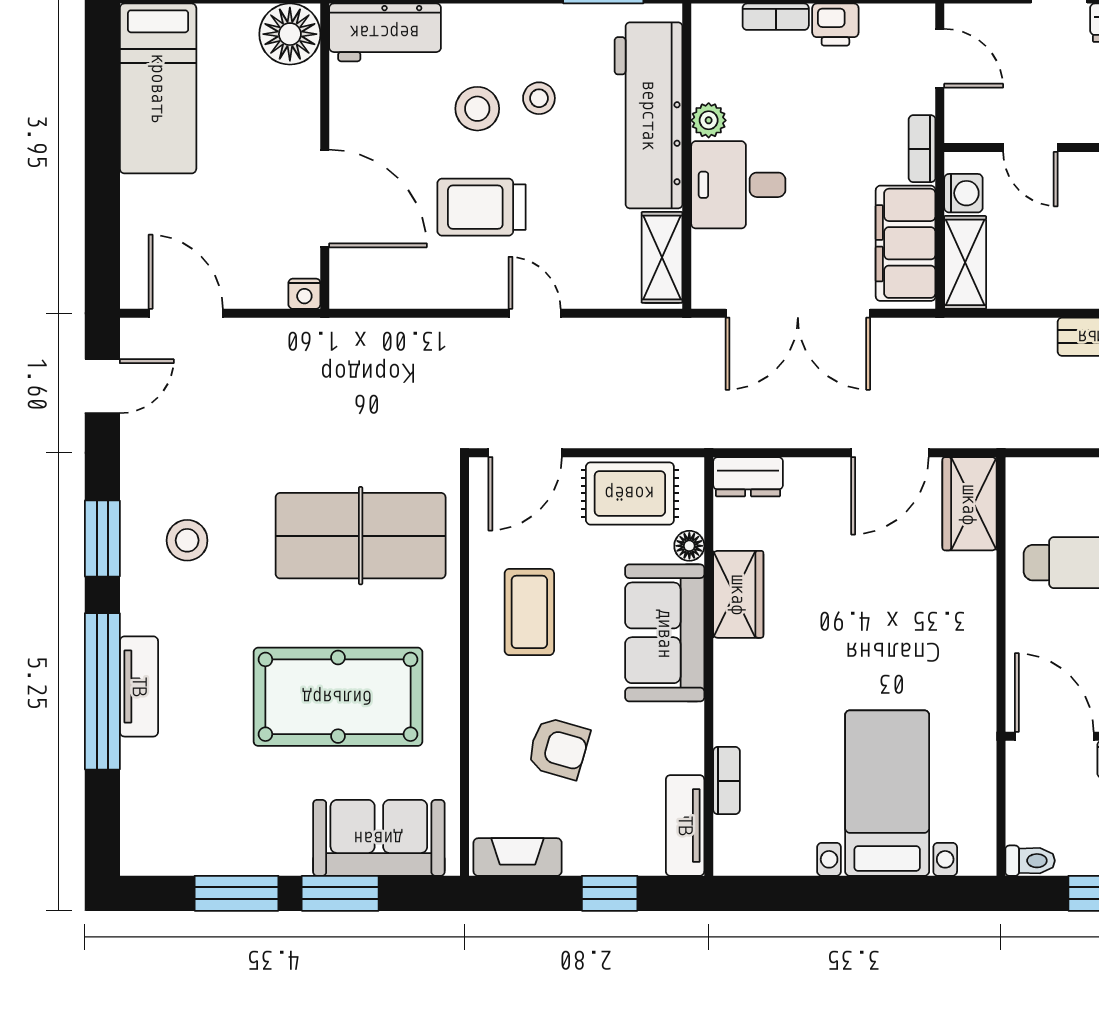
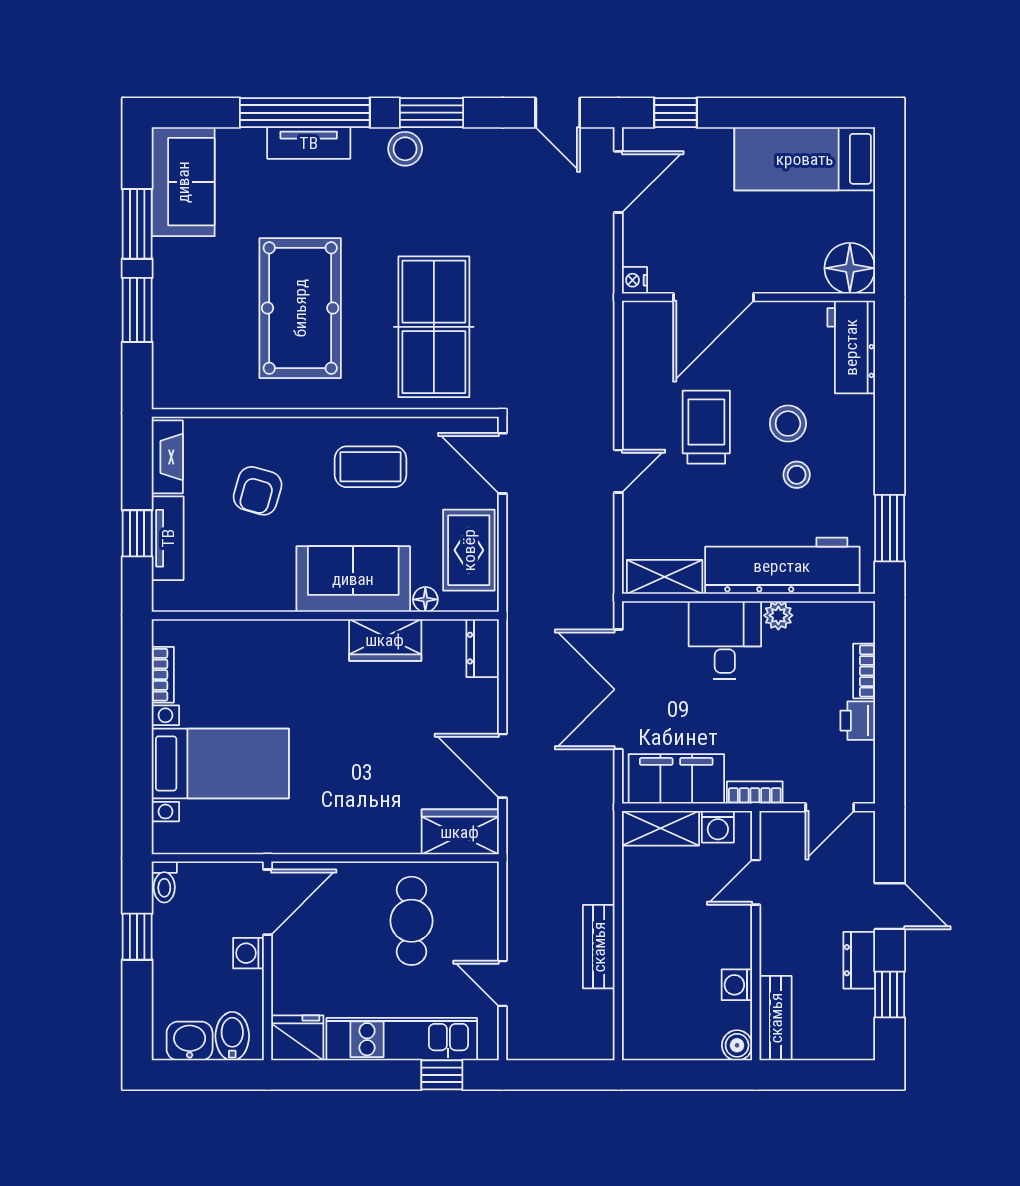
window: (102, 244) -> (676, 113), added
stool: (187, 540) -> (405, 149), moved
bookcase: (726, 781) -> (163, 675), moved, turned -90
tv unit: (685, 825) -> (168, 538), moved, turned 90
sofa: (379, 838) -> (183, 182), moved

